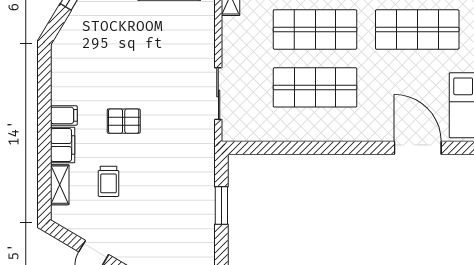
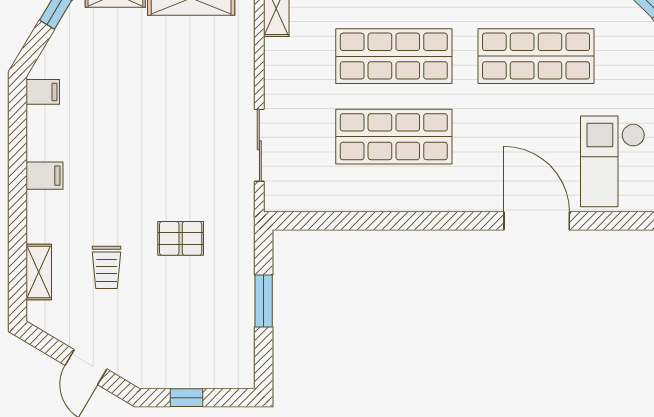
pallet: (124, 121) -> (181, 238), moved
filing cabinet: (63, 145) -> (43, 92), moved, width x0.50

